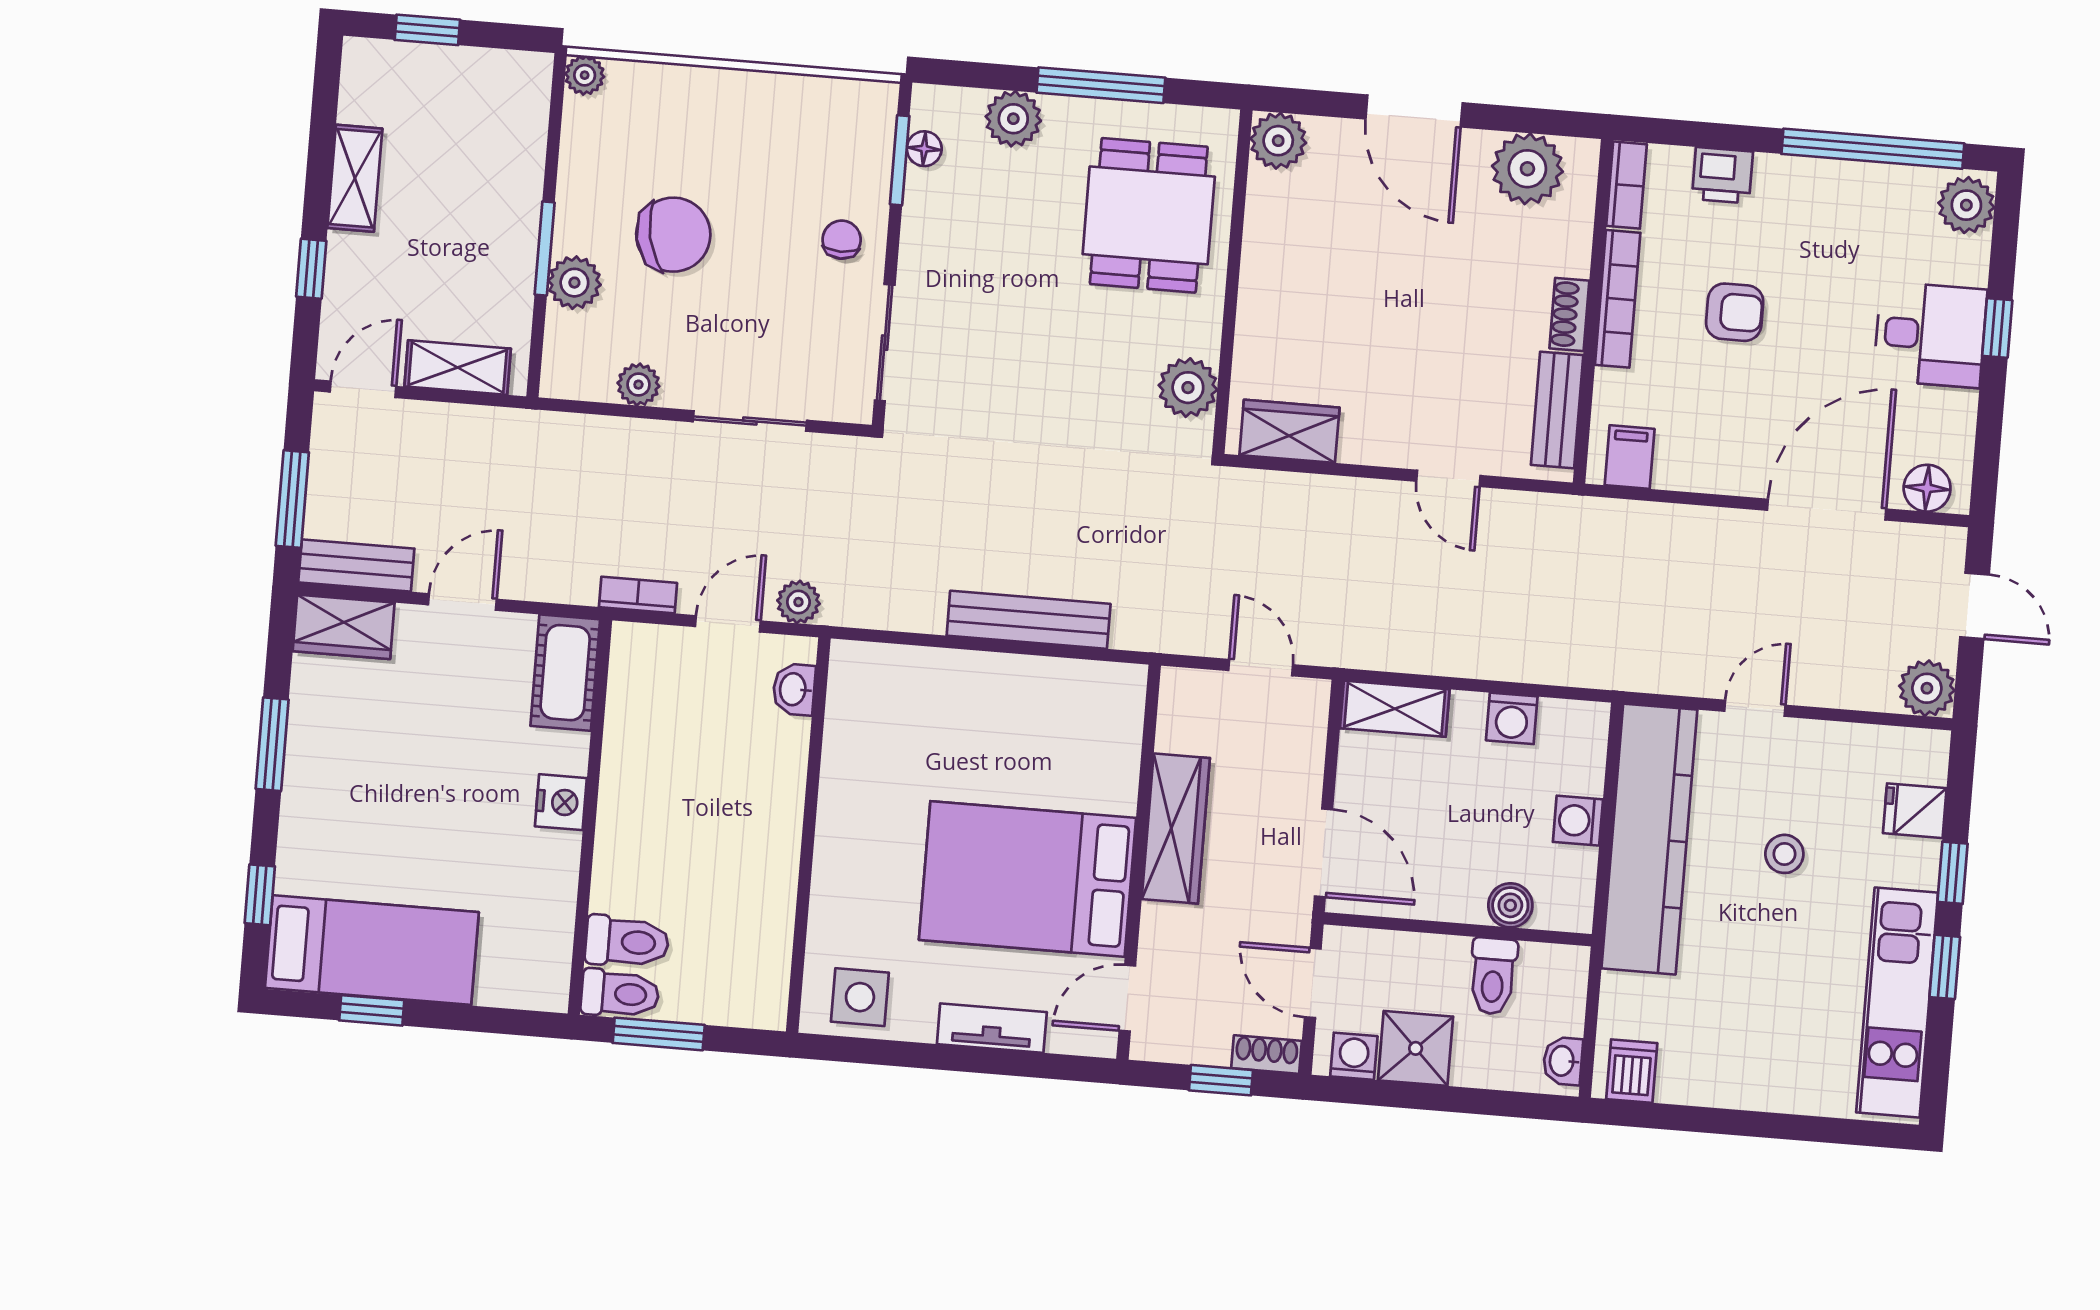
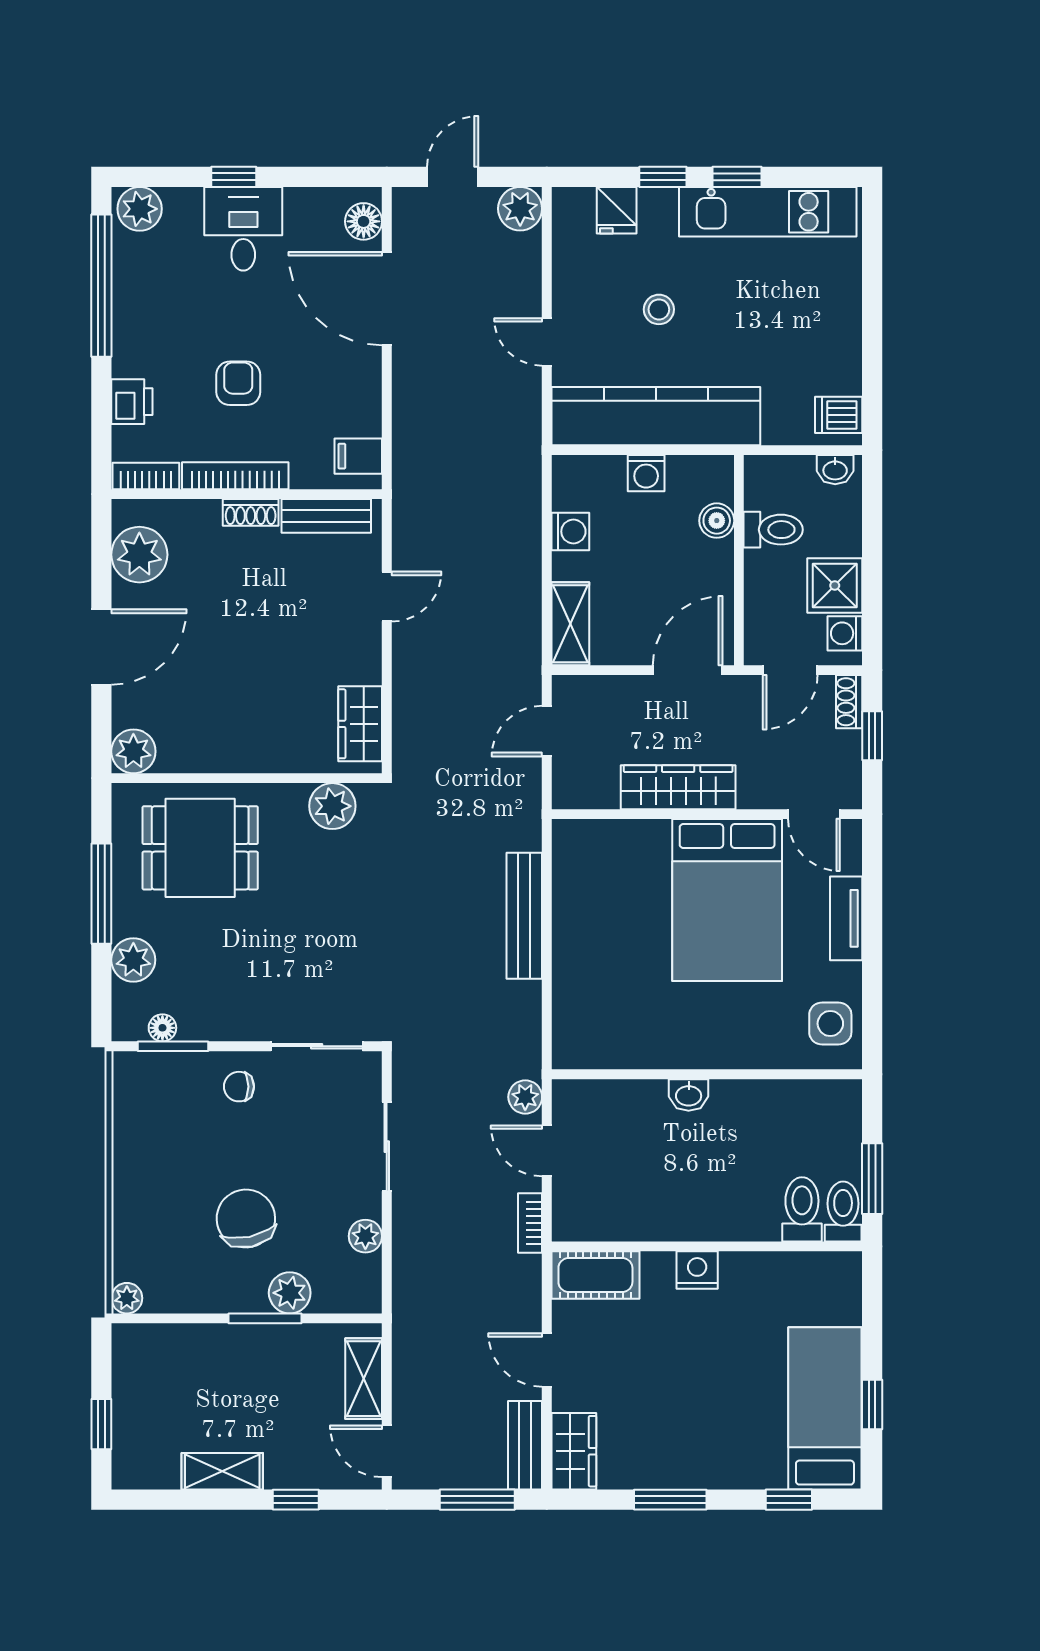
washbasin: (794, 689) -> (689, 1095), moved

